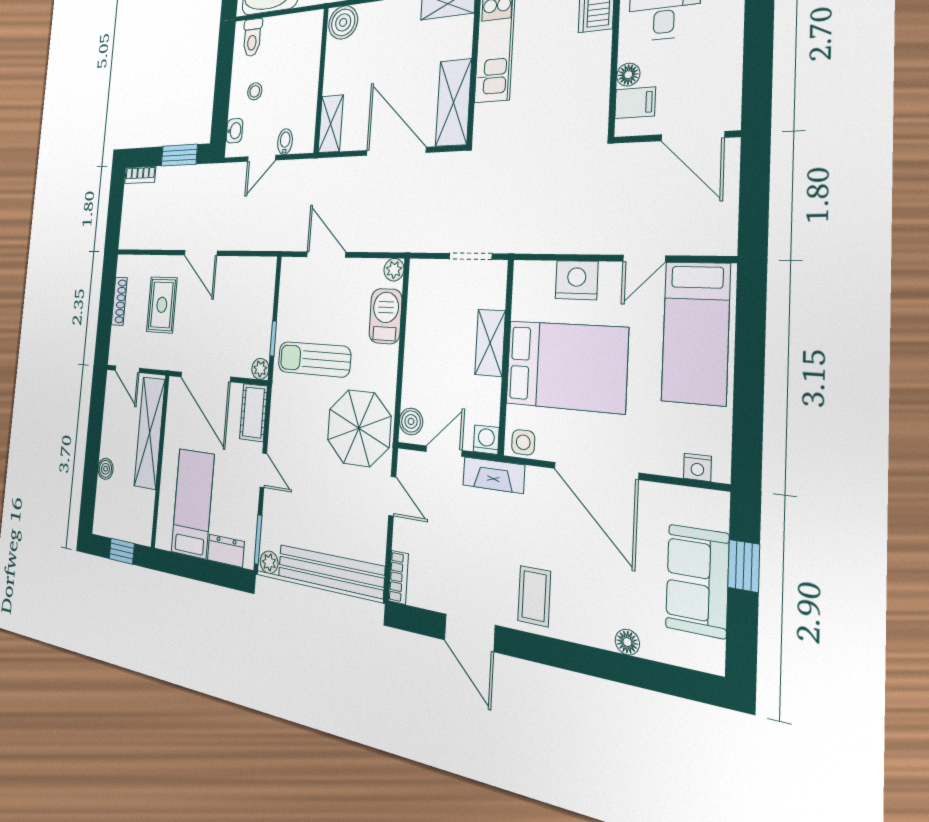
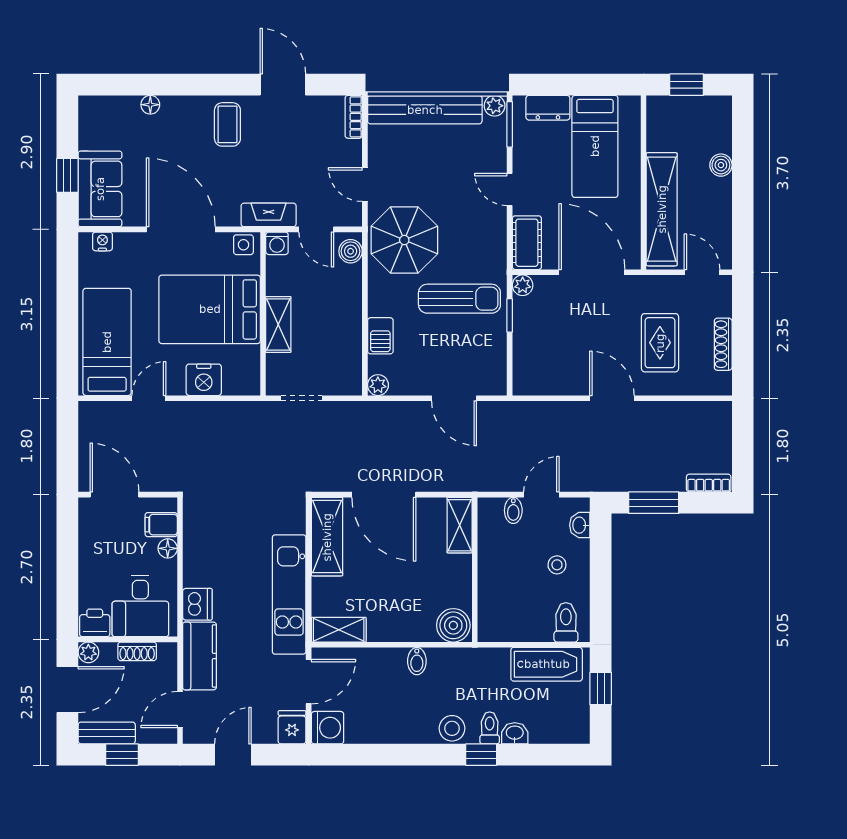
barbecue: (385, 316) -> (380, 336), width x0.73, depth x0.79
door: (444, 451) -> (316, 229), hinge flipped
sofa: (697, 581) -> (100, 189), moved

